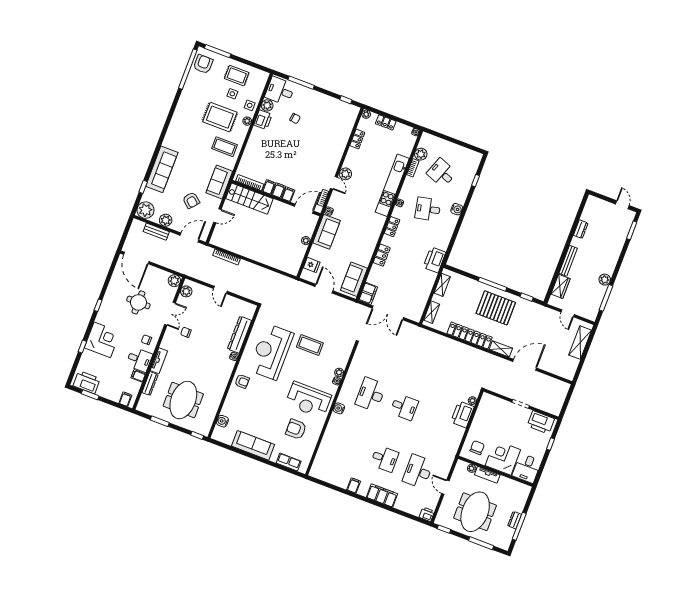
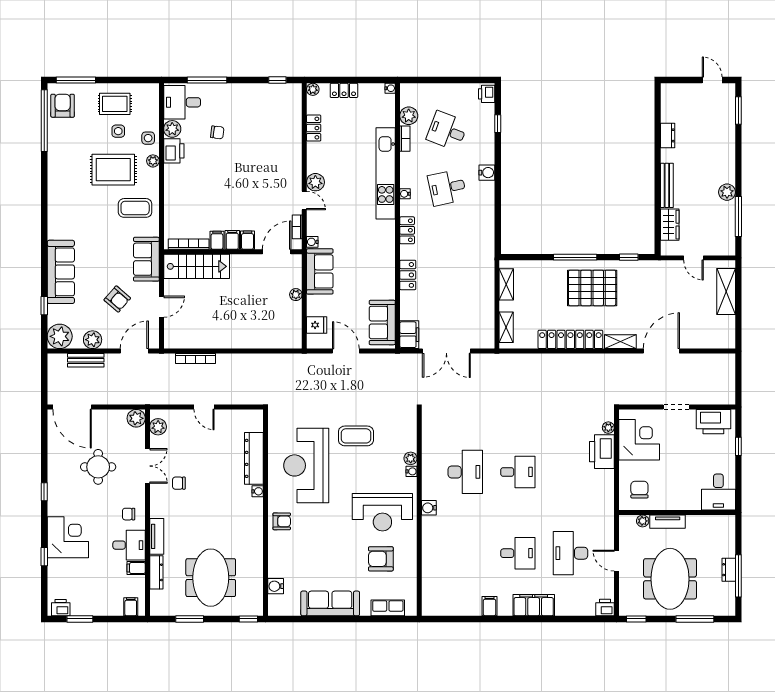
printer: (434, 260) -> (487, 94), moved, width x0.53, depth x0.68
printer: (87, 382) -> (61, 608), width x0.53, depth x0.68
desk: (371, 394) -> (465, 472), turned 180
corner desk: (503, 458) -> (639, 440), moved, turned 90

